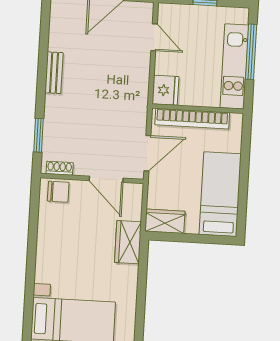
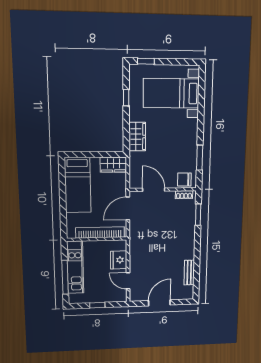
bench: (54, 73) -> (189, 273), moved
fridge: (166, 90) -> (119, 260), moved
window: (33, 224) -> (200, 158), added
wardrobe: (128, 242) -> (137, 137), moved
window: (140, 318) -> (126, 98), added

